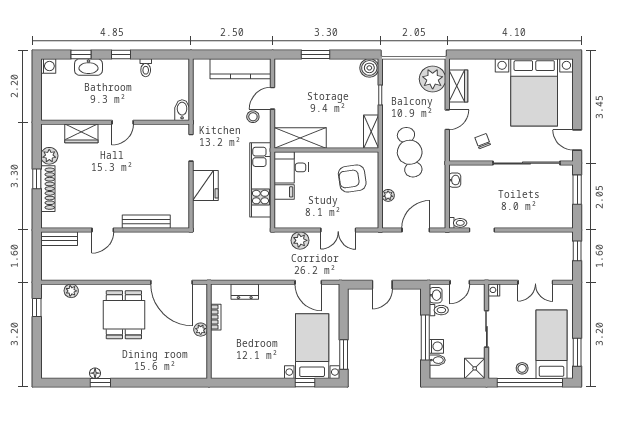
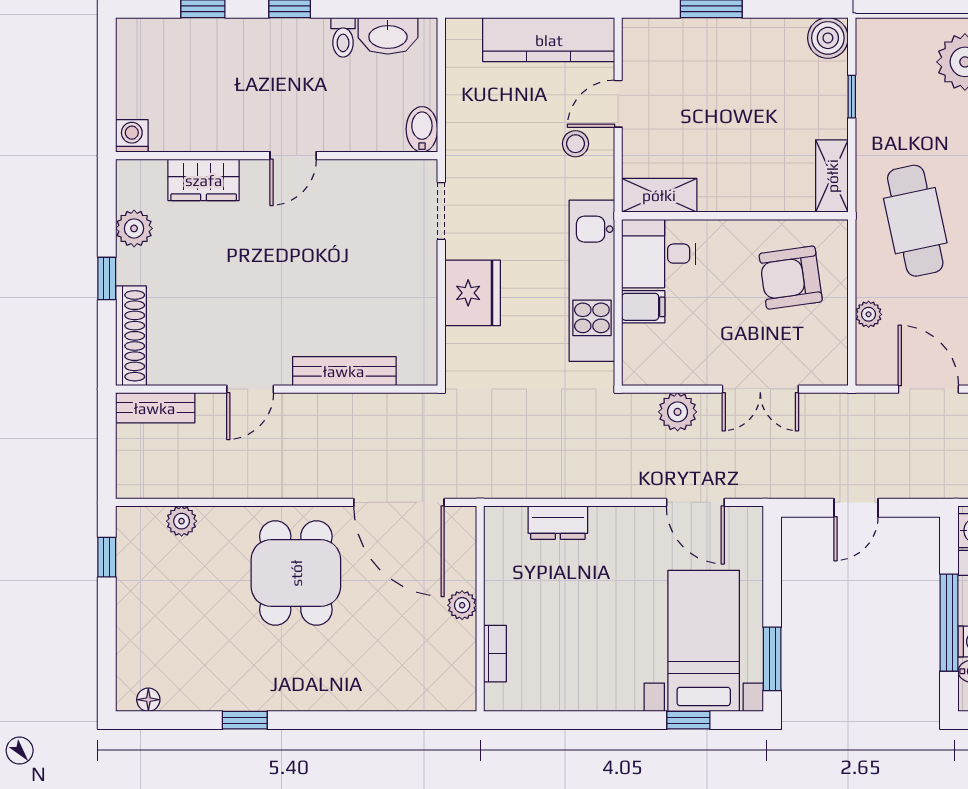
washing machine: (48, 66) -> (132, 136), moved, turned -90
washbasin: (88, 67) -> (388, 36), moved
shelving: (300, 138) -> (659, 195), width x0.67, depth x0.75
shoe rack: (48, 189) -> (131, 336), moved
door: (416, 230) -> (928, 389), hinge flipped
bookcase: (216, 317) -> (495, 654), moved
floor lamp: (95, 373) -> (148, 700), moved

